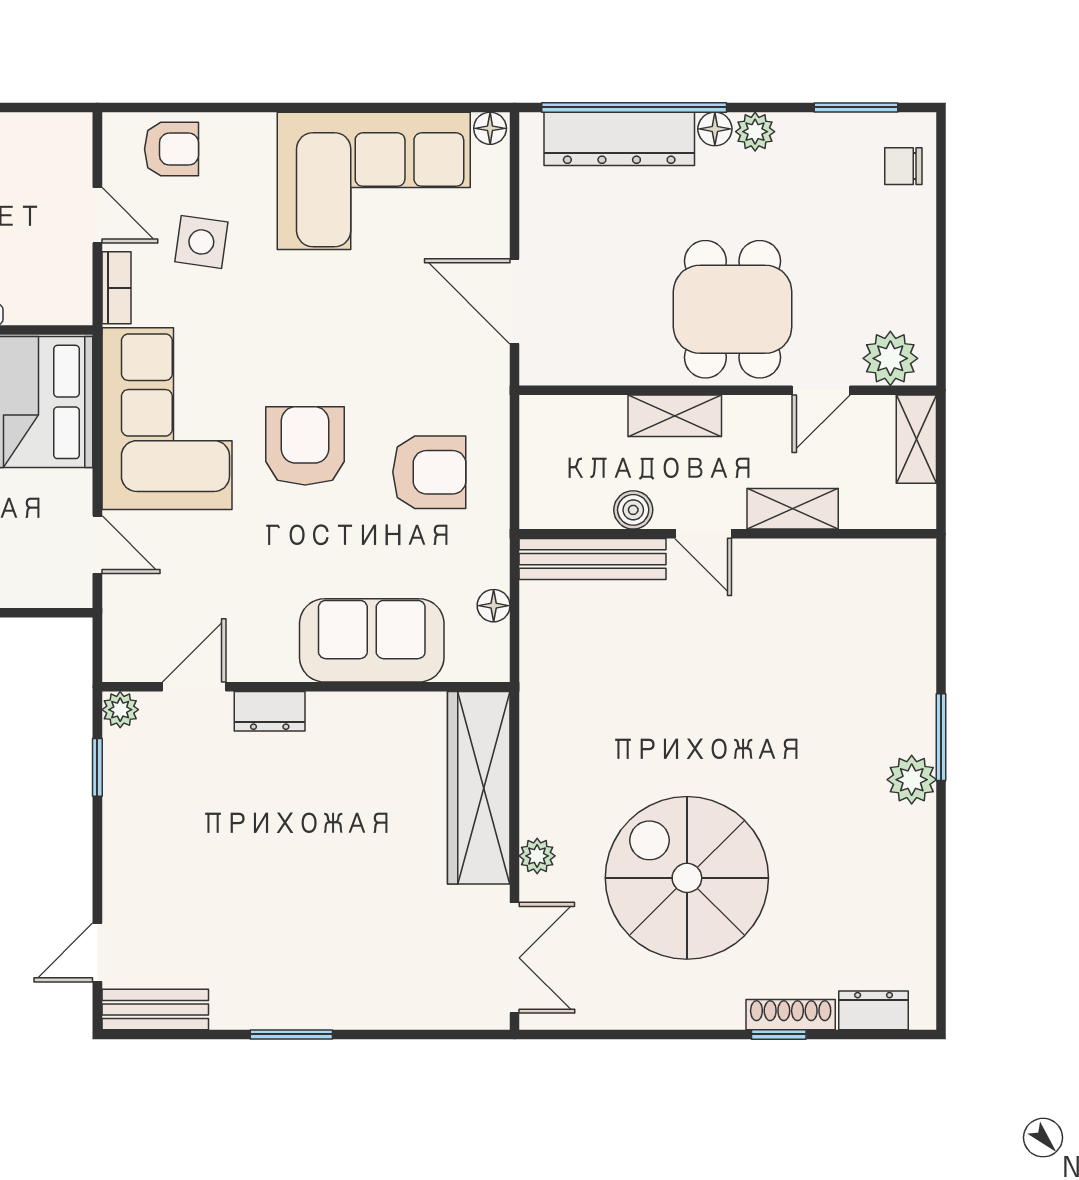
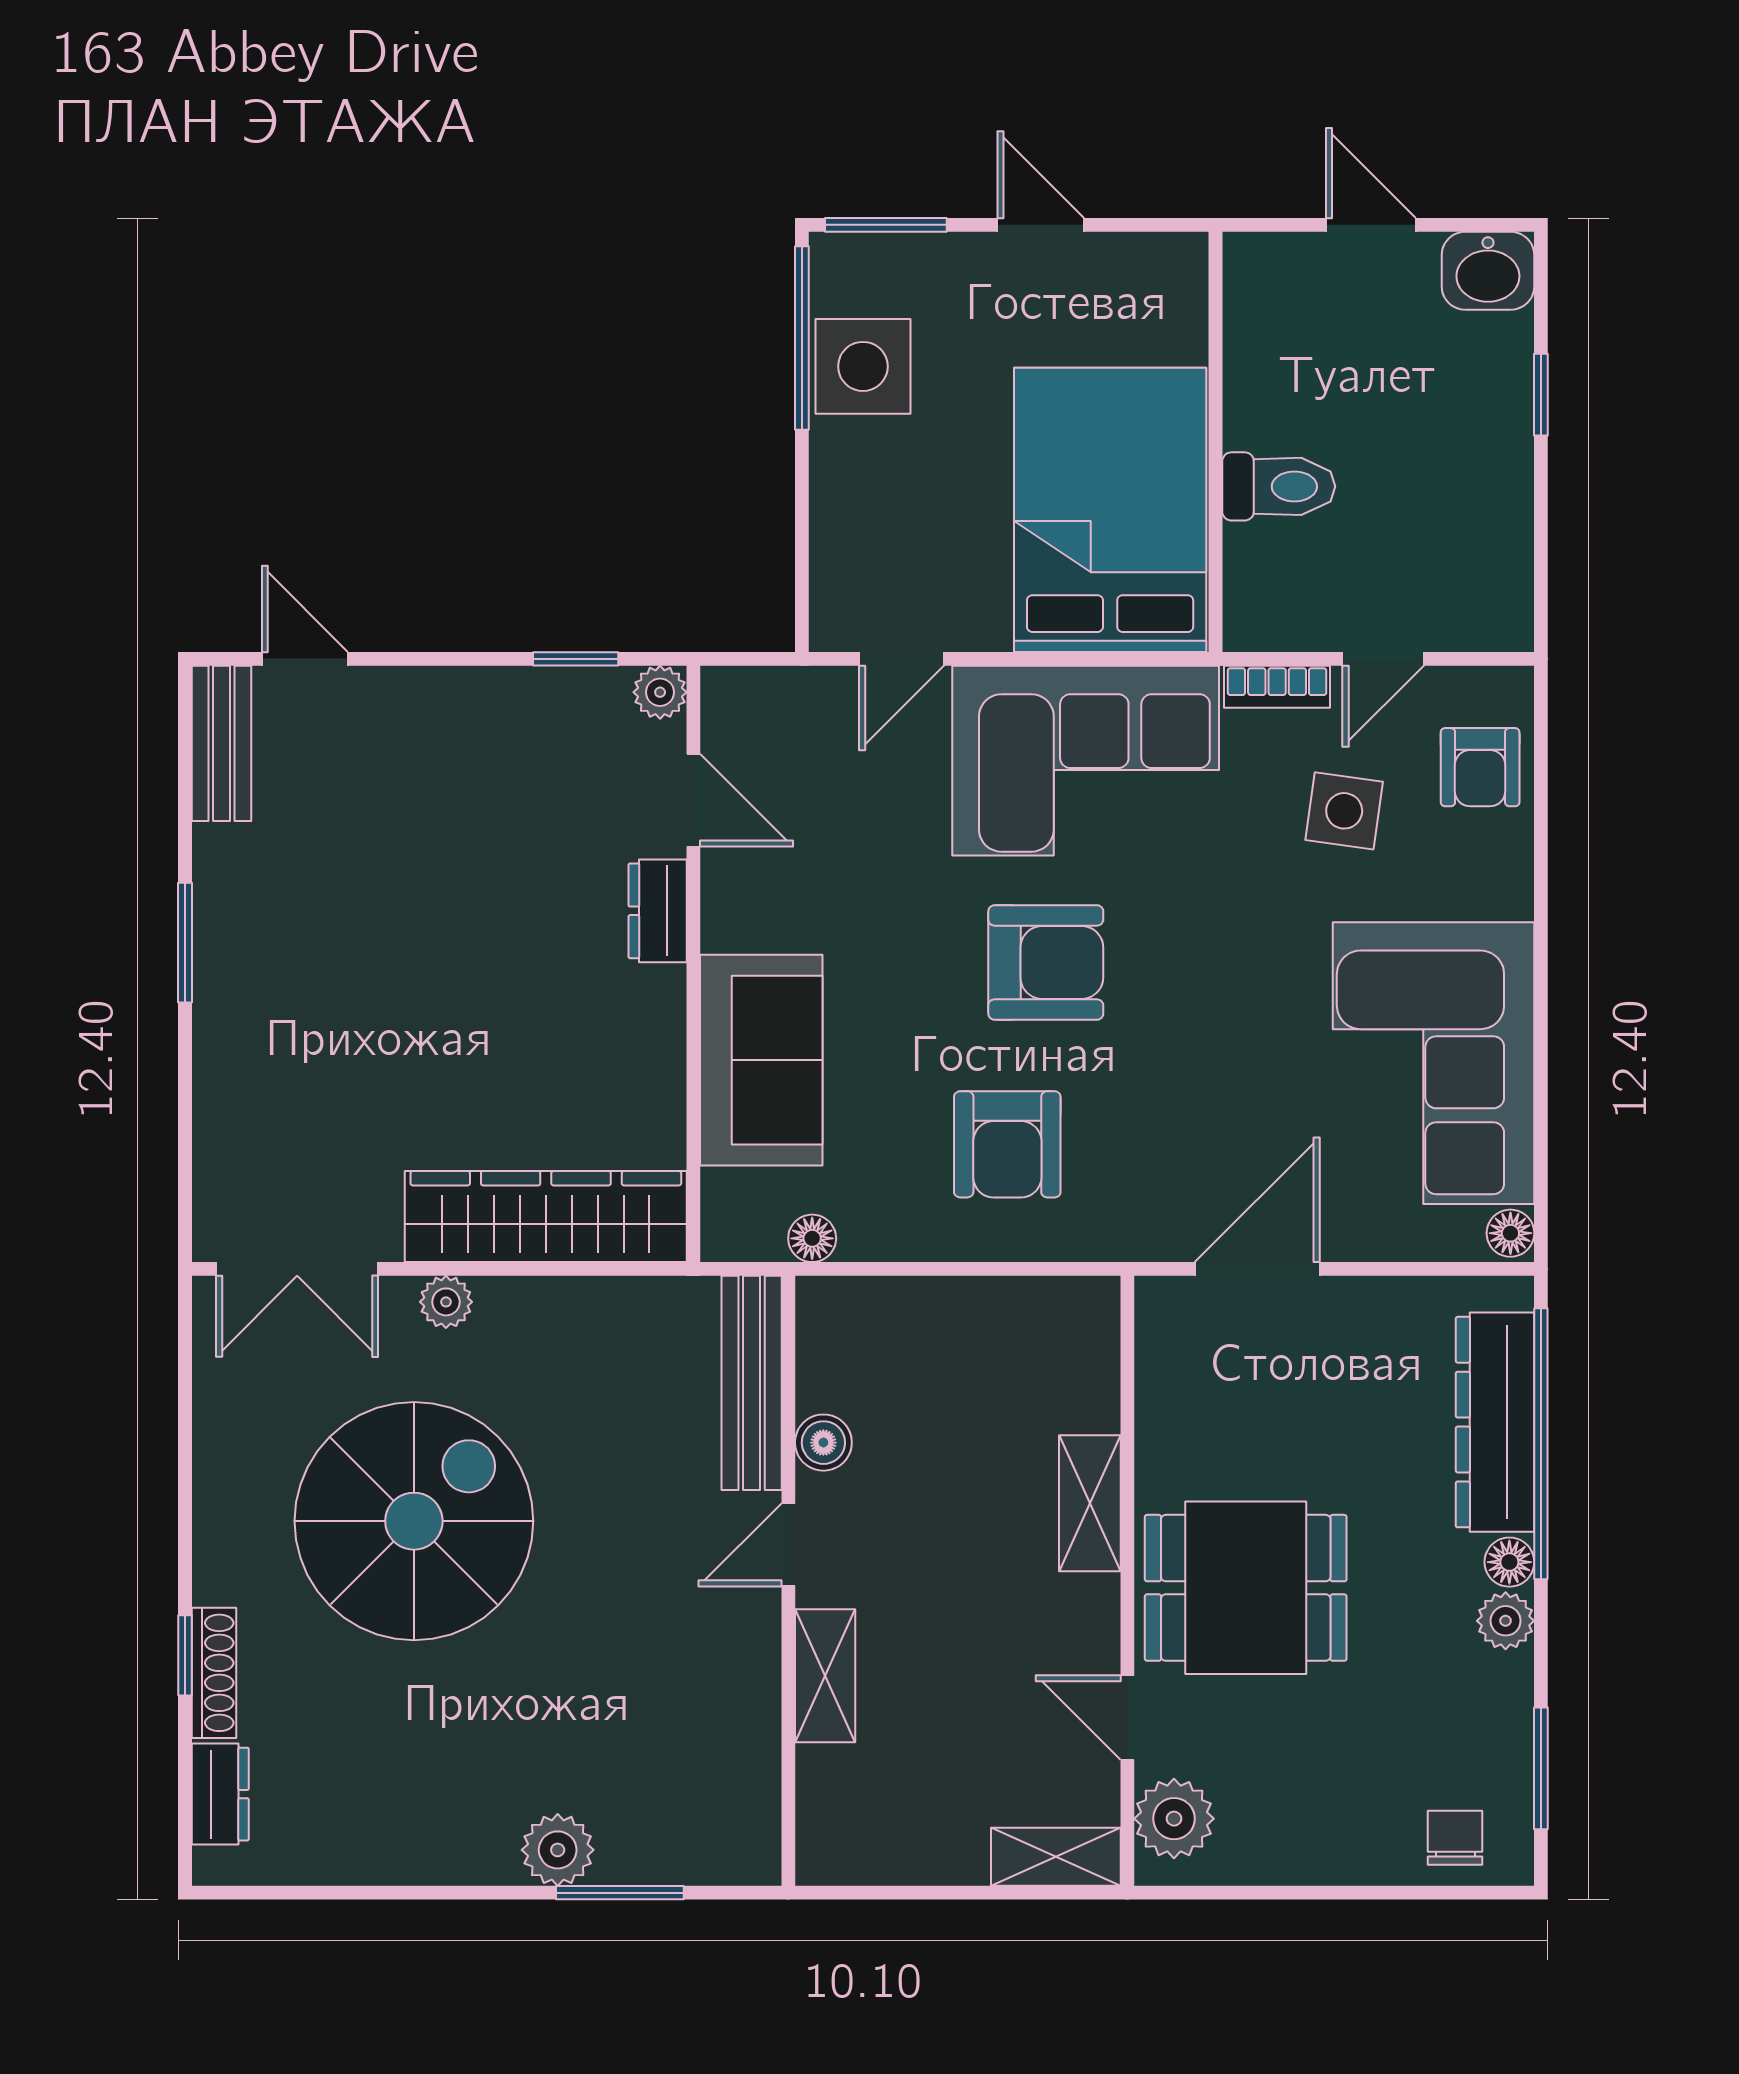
shelving: (793, 509) -> (825, 1676), moved
boiler: (633, 510) -> (823, 1443), moved
door: (703, 534) -> (788, 1545), moved
wall: (728, 534) -> (788, 1581), moved
bench: (592, 559) -> (752, 1383), moved

